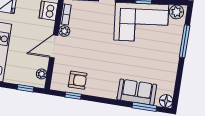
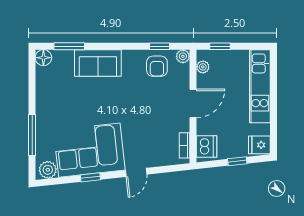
plant: (64, 31) -> (183, 56), moved
armchair: (78, 80) -> (157, 66), turned -90
sofa: (137, 92) -> (98, 63), moved

